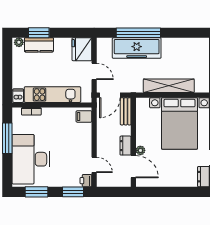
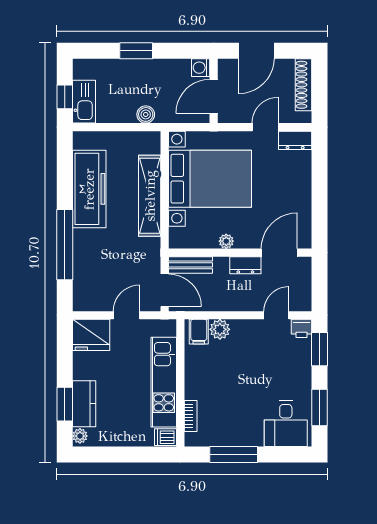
freezer: (137, 48) -> (89, 189), moved
plant: (85, 130) -> (220, 329), added
plant: (140, 150) -> (226, 241), moved
desk: (31, 159) -> (286, 424), width x0.53, depth x0.77

